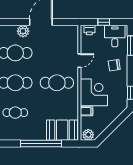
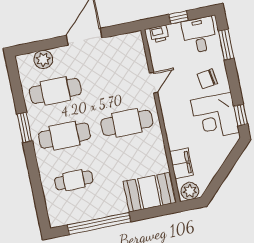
plant: (23, 31) -> (43, 59), moved
corner desk: (94, 92) -> (215, 116), moved, turned 180
filing cabinet: (86, 111) -> (181, 163), width x2.00
window: (41, 143) -> (99, 223), moved

